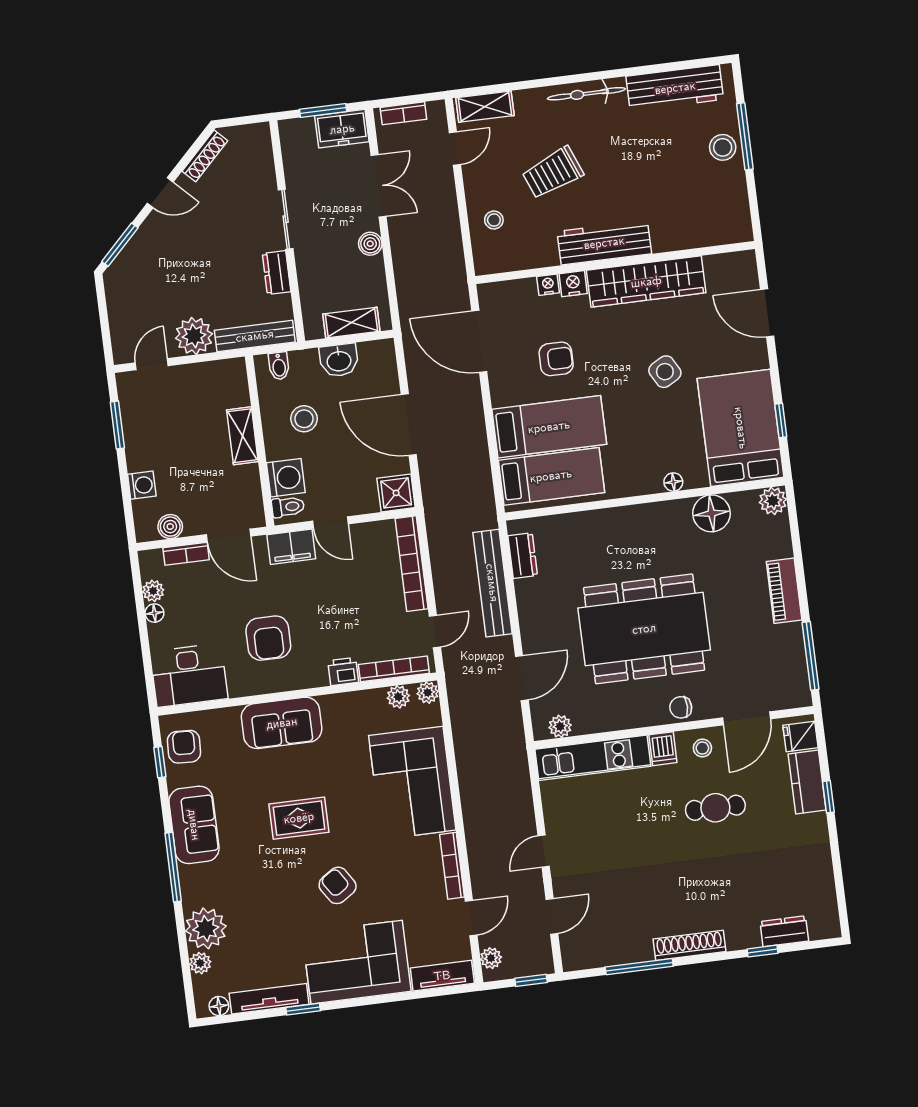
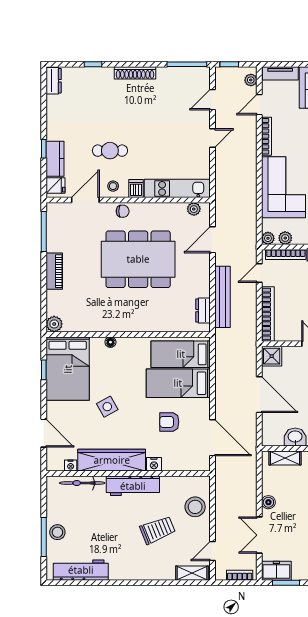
bicycle: (586, 94) -> (82, 483), moved, turned 180
stool: (494, 220) -> (195, 507), width x1.89, depth x1.89
nightstand: (548, 285) -> (71, 465), moved
floor lamp: (712, 513) -> (91, 321), removed
dresser: (784, 931) -> (54, 81), moved, turned -90
window: (639, 967) -> (187, 64), moved

